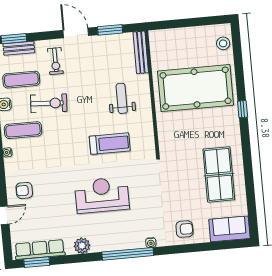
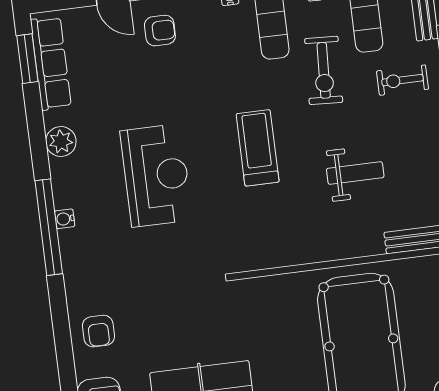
weight bench: (122, 98) -> (355, 173), moved
treadmill: (110, 144) -> (258, 148), moved, turned 180
armchair: (24, 190) -> (160, 31), turned 90
water cooler: (151, 243) -> (65, 219), moved

